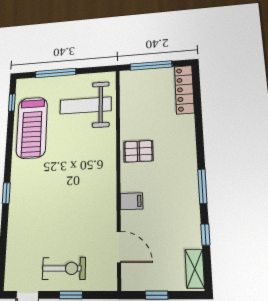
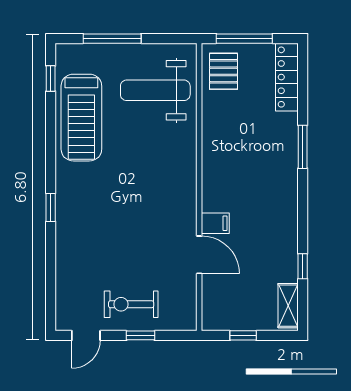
pallet: (138, 151) -> (224, 71), moved, turned 90
window: (202, 186) -> (303, 147), moved
door: (119, 247) -> (199, 255), moved
exercise bike: (64, 268) -> (131, 304), turned 180

